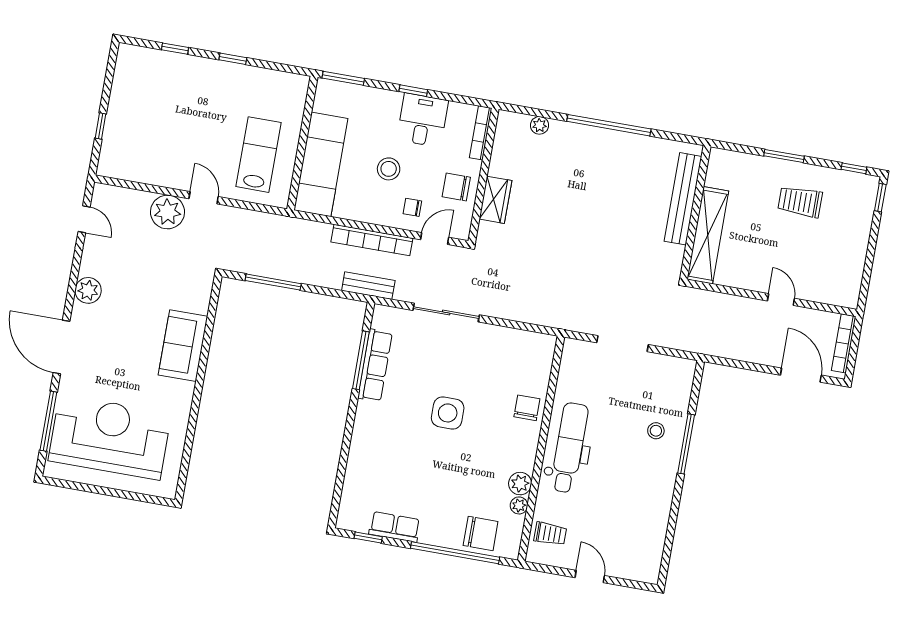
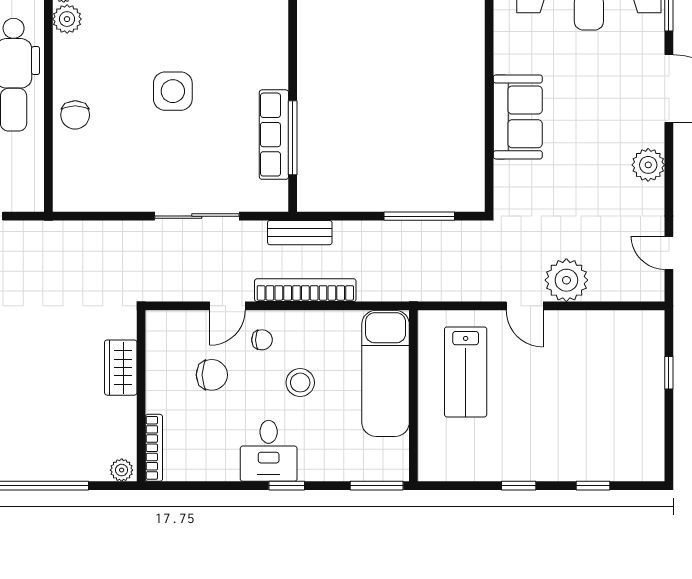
bookcase: (481, 133) -> (154, 448), moved
wall: (484, 175) -> (141, 396), moved
wardrobe: (495, 200) -> (121, 368), moved

